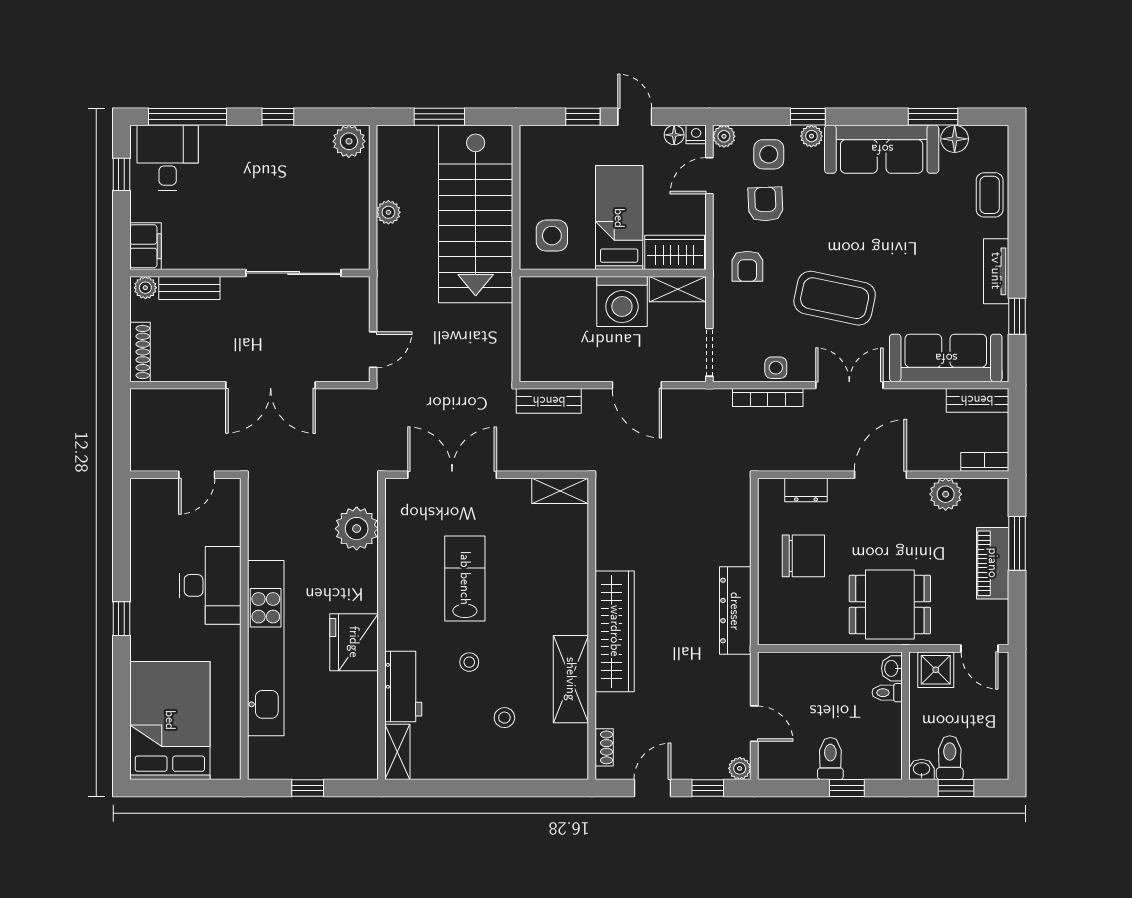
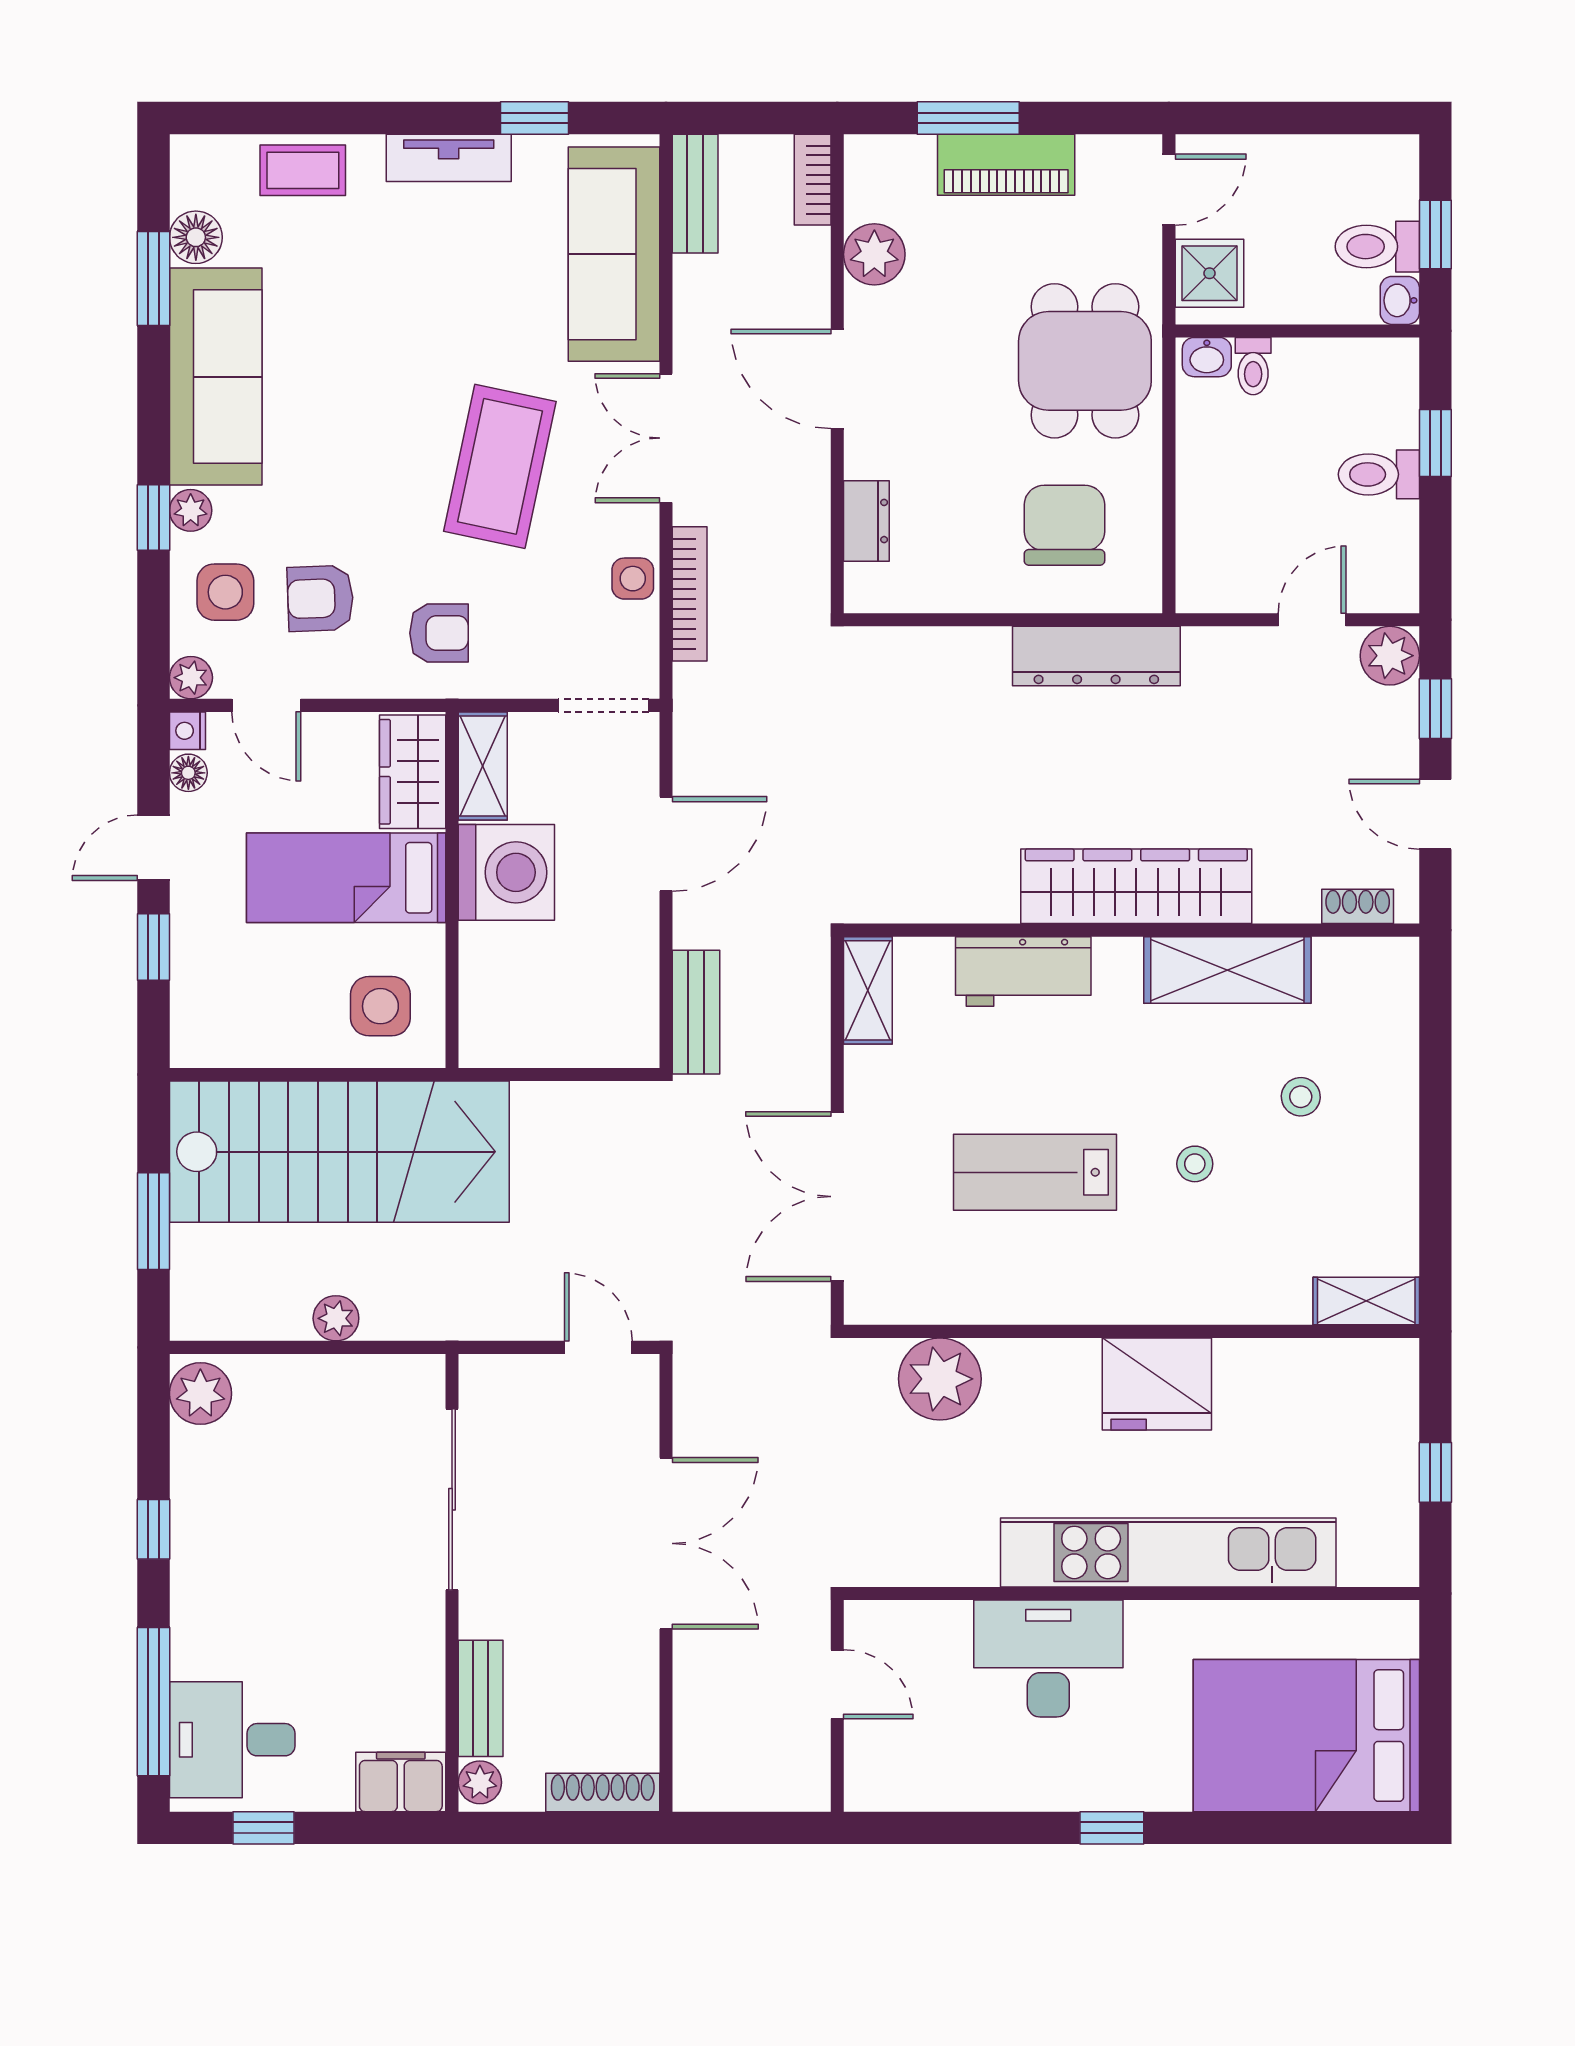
chair: (803, 556) -> (1064, 525), moved
workbench: (403, 686) -> (1023, 971), moved, turned 180
plant: (740, 768) -> (1390, 656), width x1.38, depth x1.38

